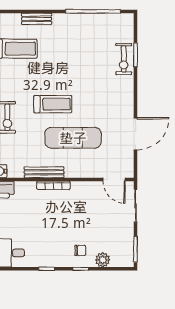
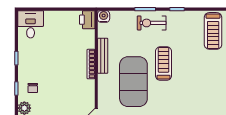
treadmill: (53, 104) -> (164, 64), turned 180
exercise mat: (73, 138) -> (133, 82), width x1.47

